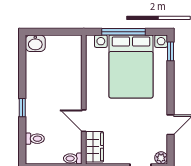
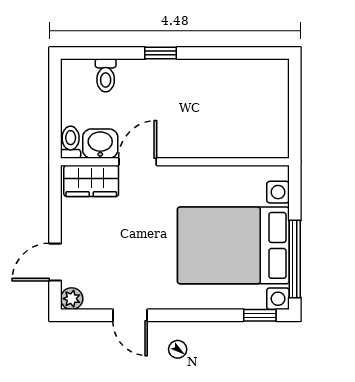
window: (123, 32) -> (295, 259), moved
washbasin: (35, 43) -> (100, 144), moved, turned 90

